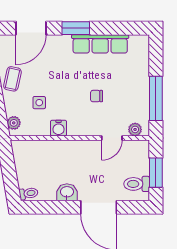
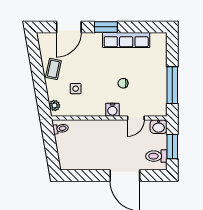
water cooler: (59, 128) -> (112, 110), moved
plant: (135, 129) -> (155, 111), removed
washbasin: (67, 192) -> (159, 127), moved, turned 180
toilet: (29, 193) -> (61, 129), moved

